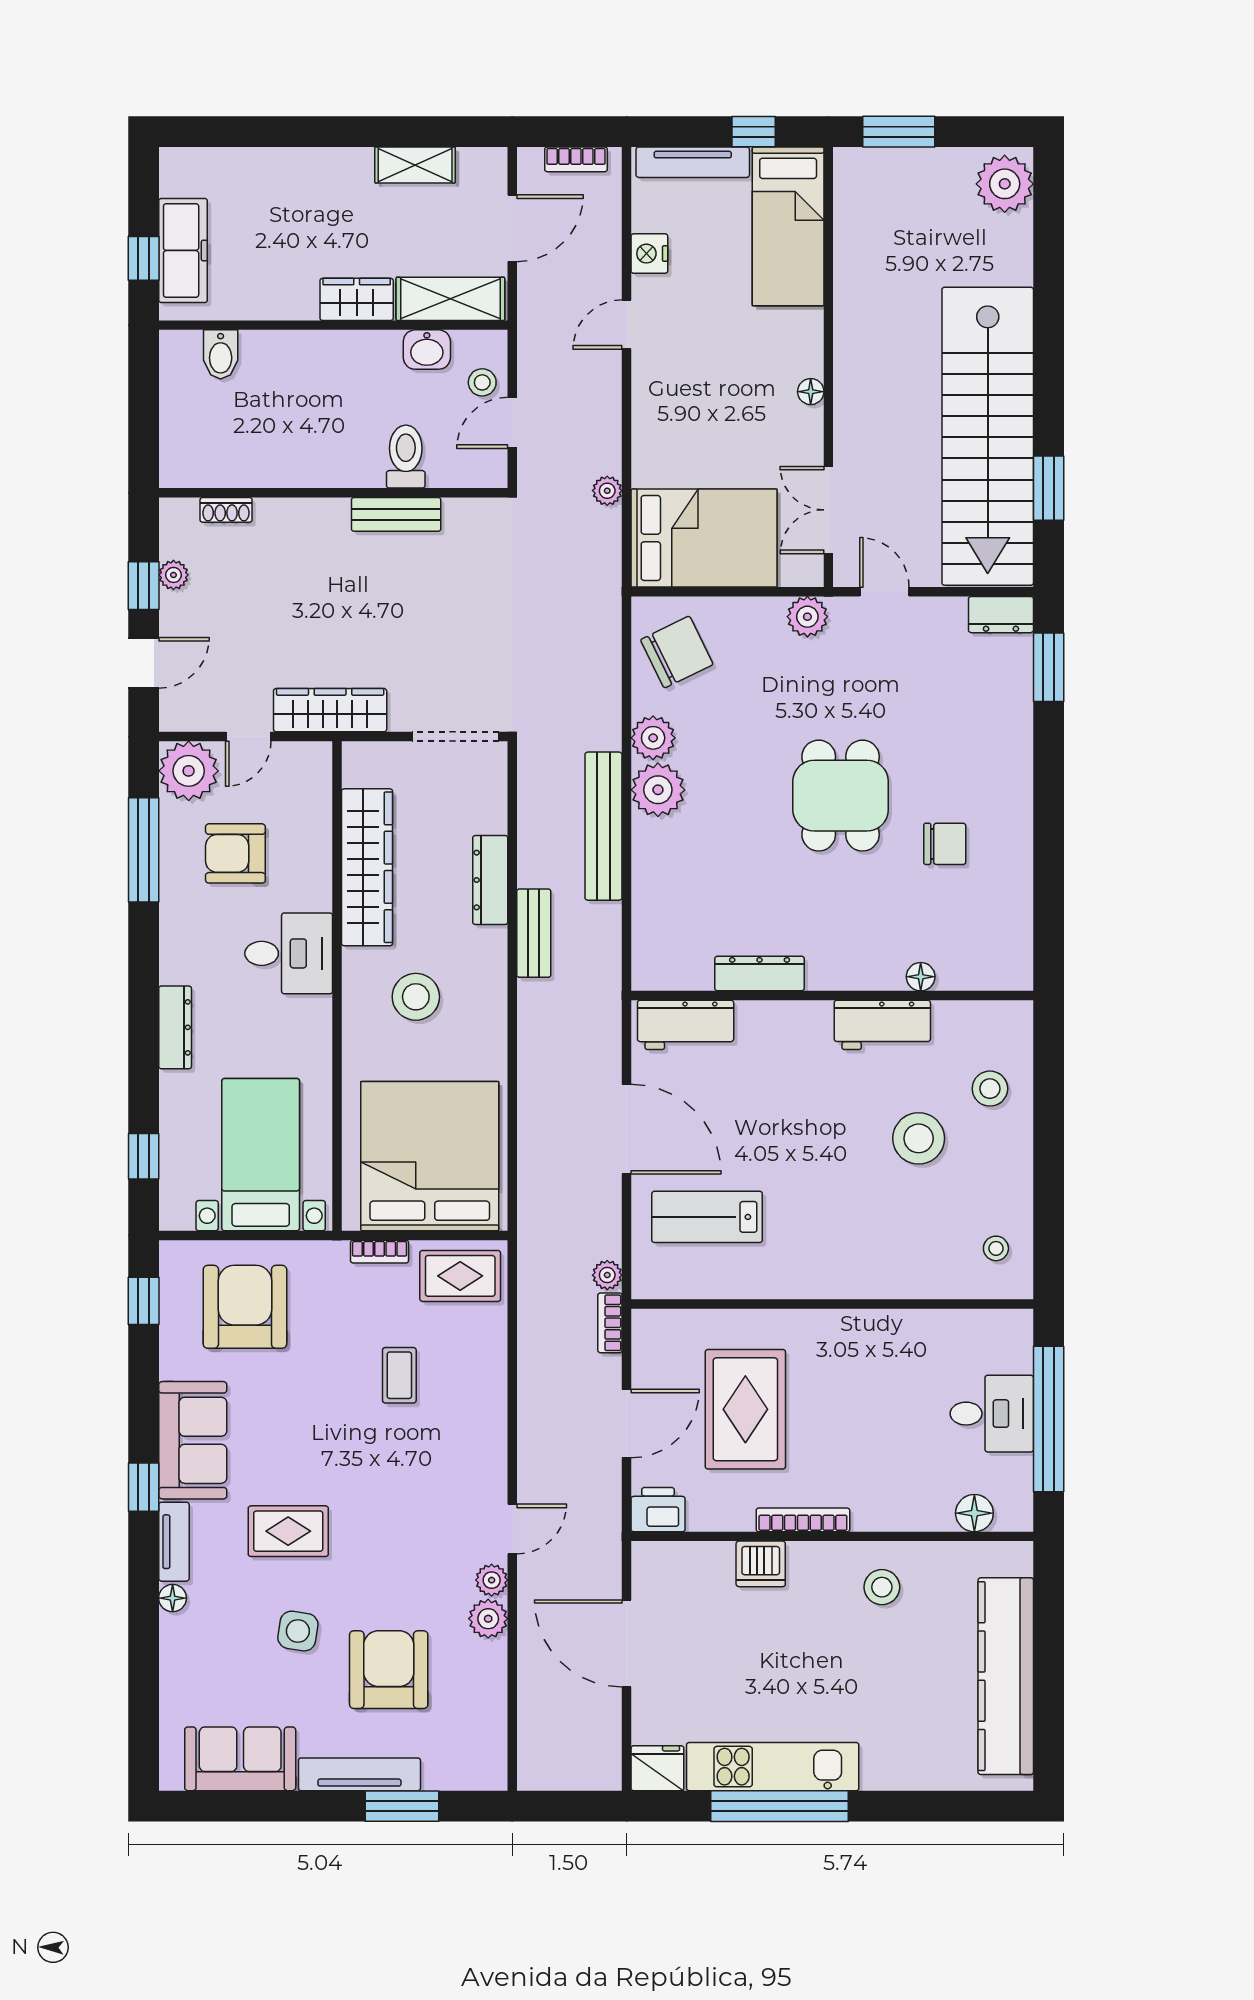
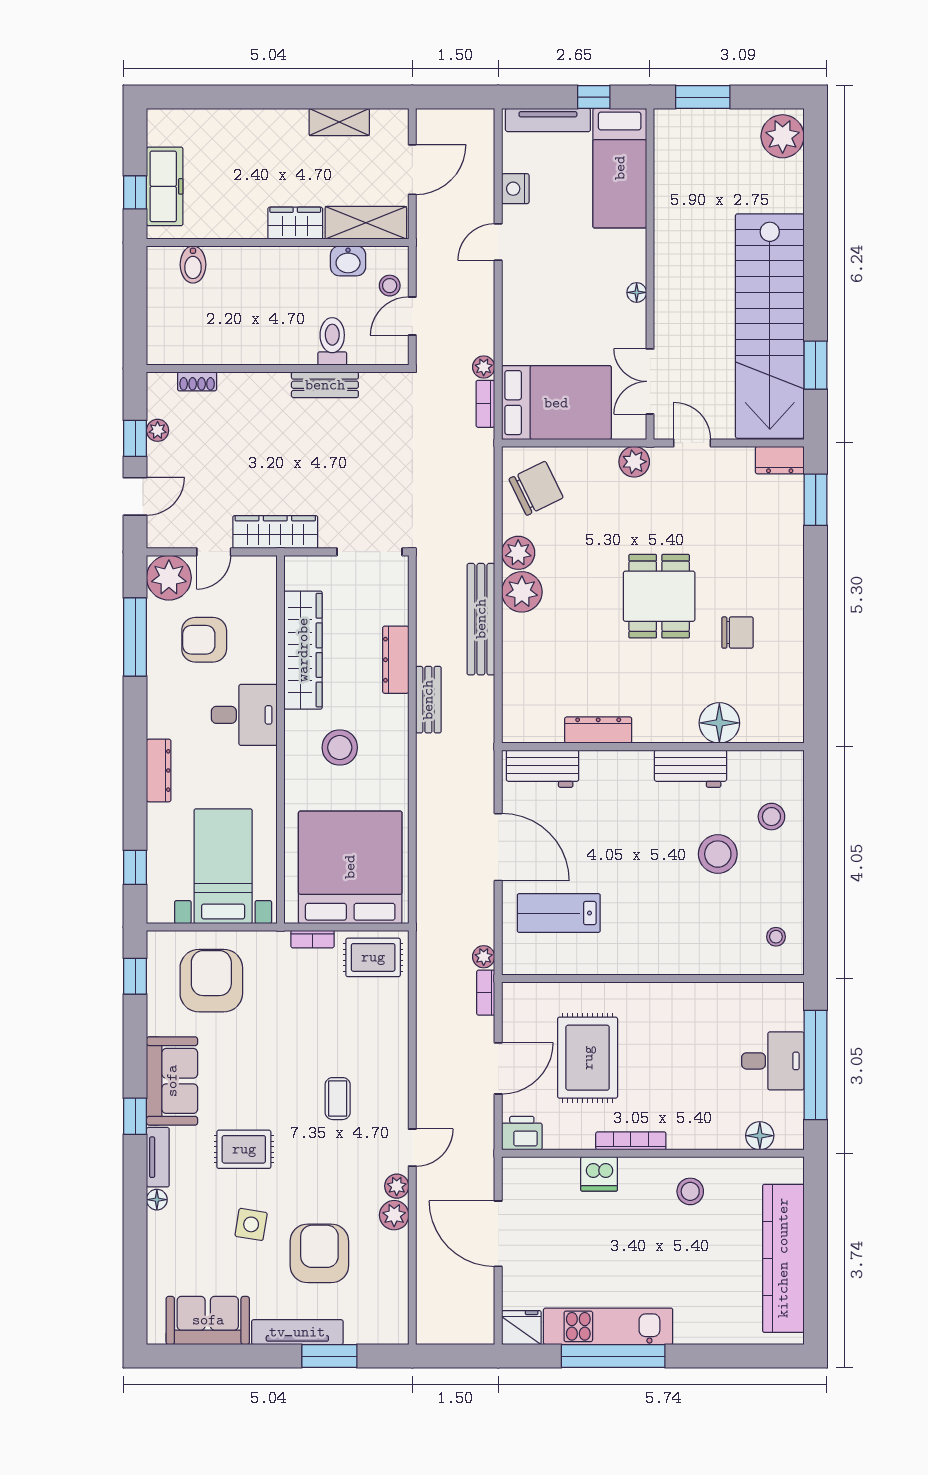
bookcase: (576, 159) -> (485, 404), moved, turned 90
floor lamp: (921, 977) -> (719, 723), width x1.89, depth x1.89
coffee table: (399, 1375) -> (338, 1099), moved

